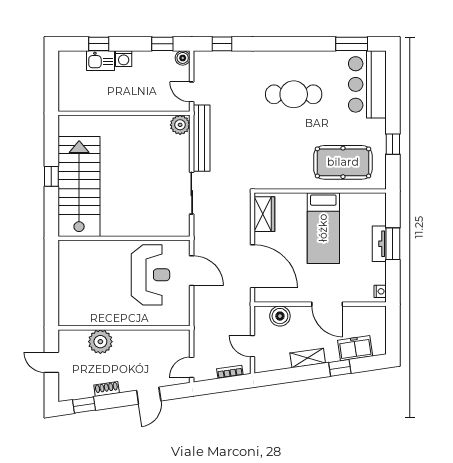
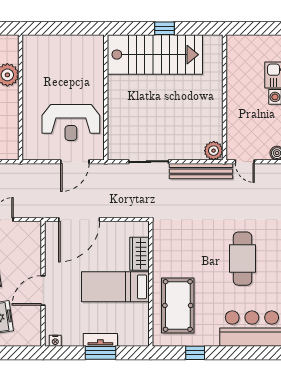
door: (192, 92) -> (245, 162), swing flipped
wardrobe: (264, 214) -> (139, 254), moved, turned 90
boiler: (280, 316) -> (32, 246), removed

